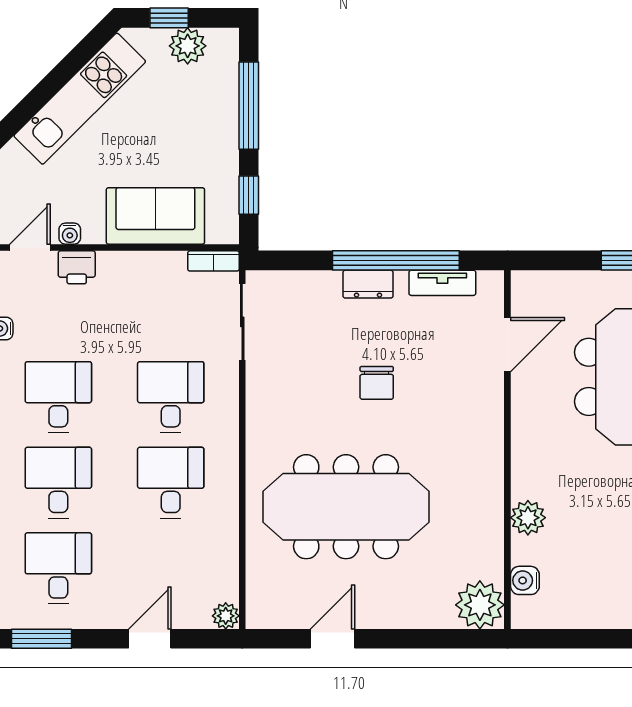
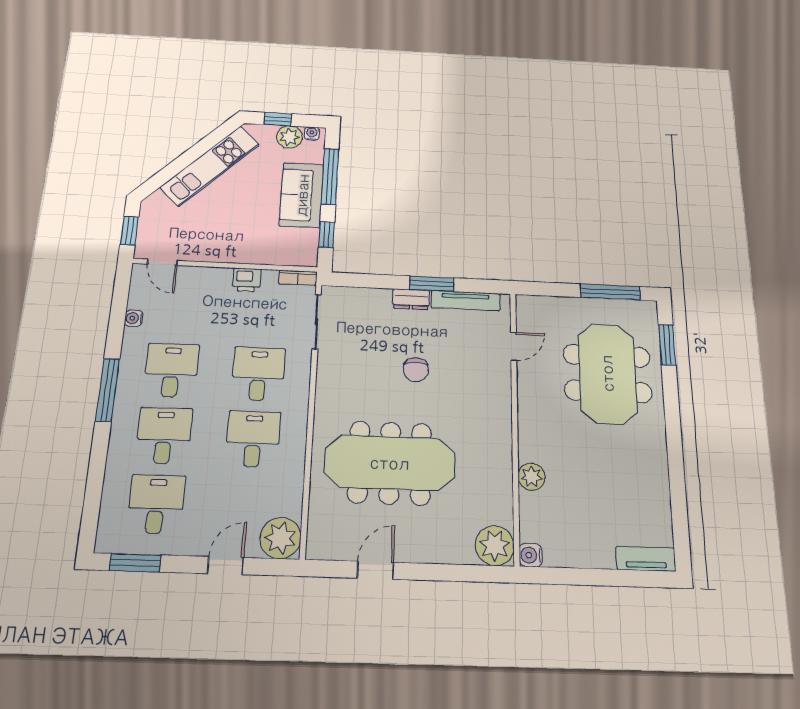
sofa: (155, 216) -> (302, 195), moved, turned -90
water cooler: (70, 234) -> (312, 133), moved, turned 180
door: (30, 248) -> (162, 262), swing flipped
window: (396, 260) -> (432, 284), width x0.47
printer: (77, 267) -> (247, 280), moved
tv unit: (442, 283) -> (466, 301), width x1.41
door: (507, 345) -> (514, 346), width x0.73
water cooler: (525, 580) -> (531, 555), moved
plant: (226, 616) -> (281, 538), width x1.87, depth x1.87

